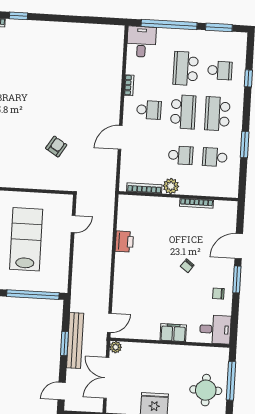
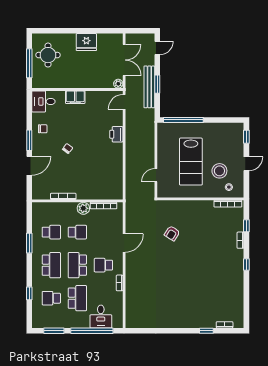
desk: (141, 42) -> (101, 317), moved
school desk: (181, 155) -> (77, 232), turned 180
printer: (124, 242) -> (116, 134), moved

